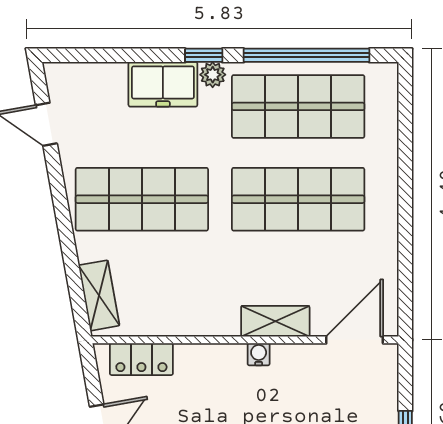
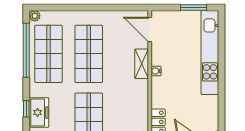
window: (204, 55) -> (26, 109), moved
plant: (213, 75) -> (35, 16), moved

